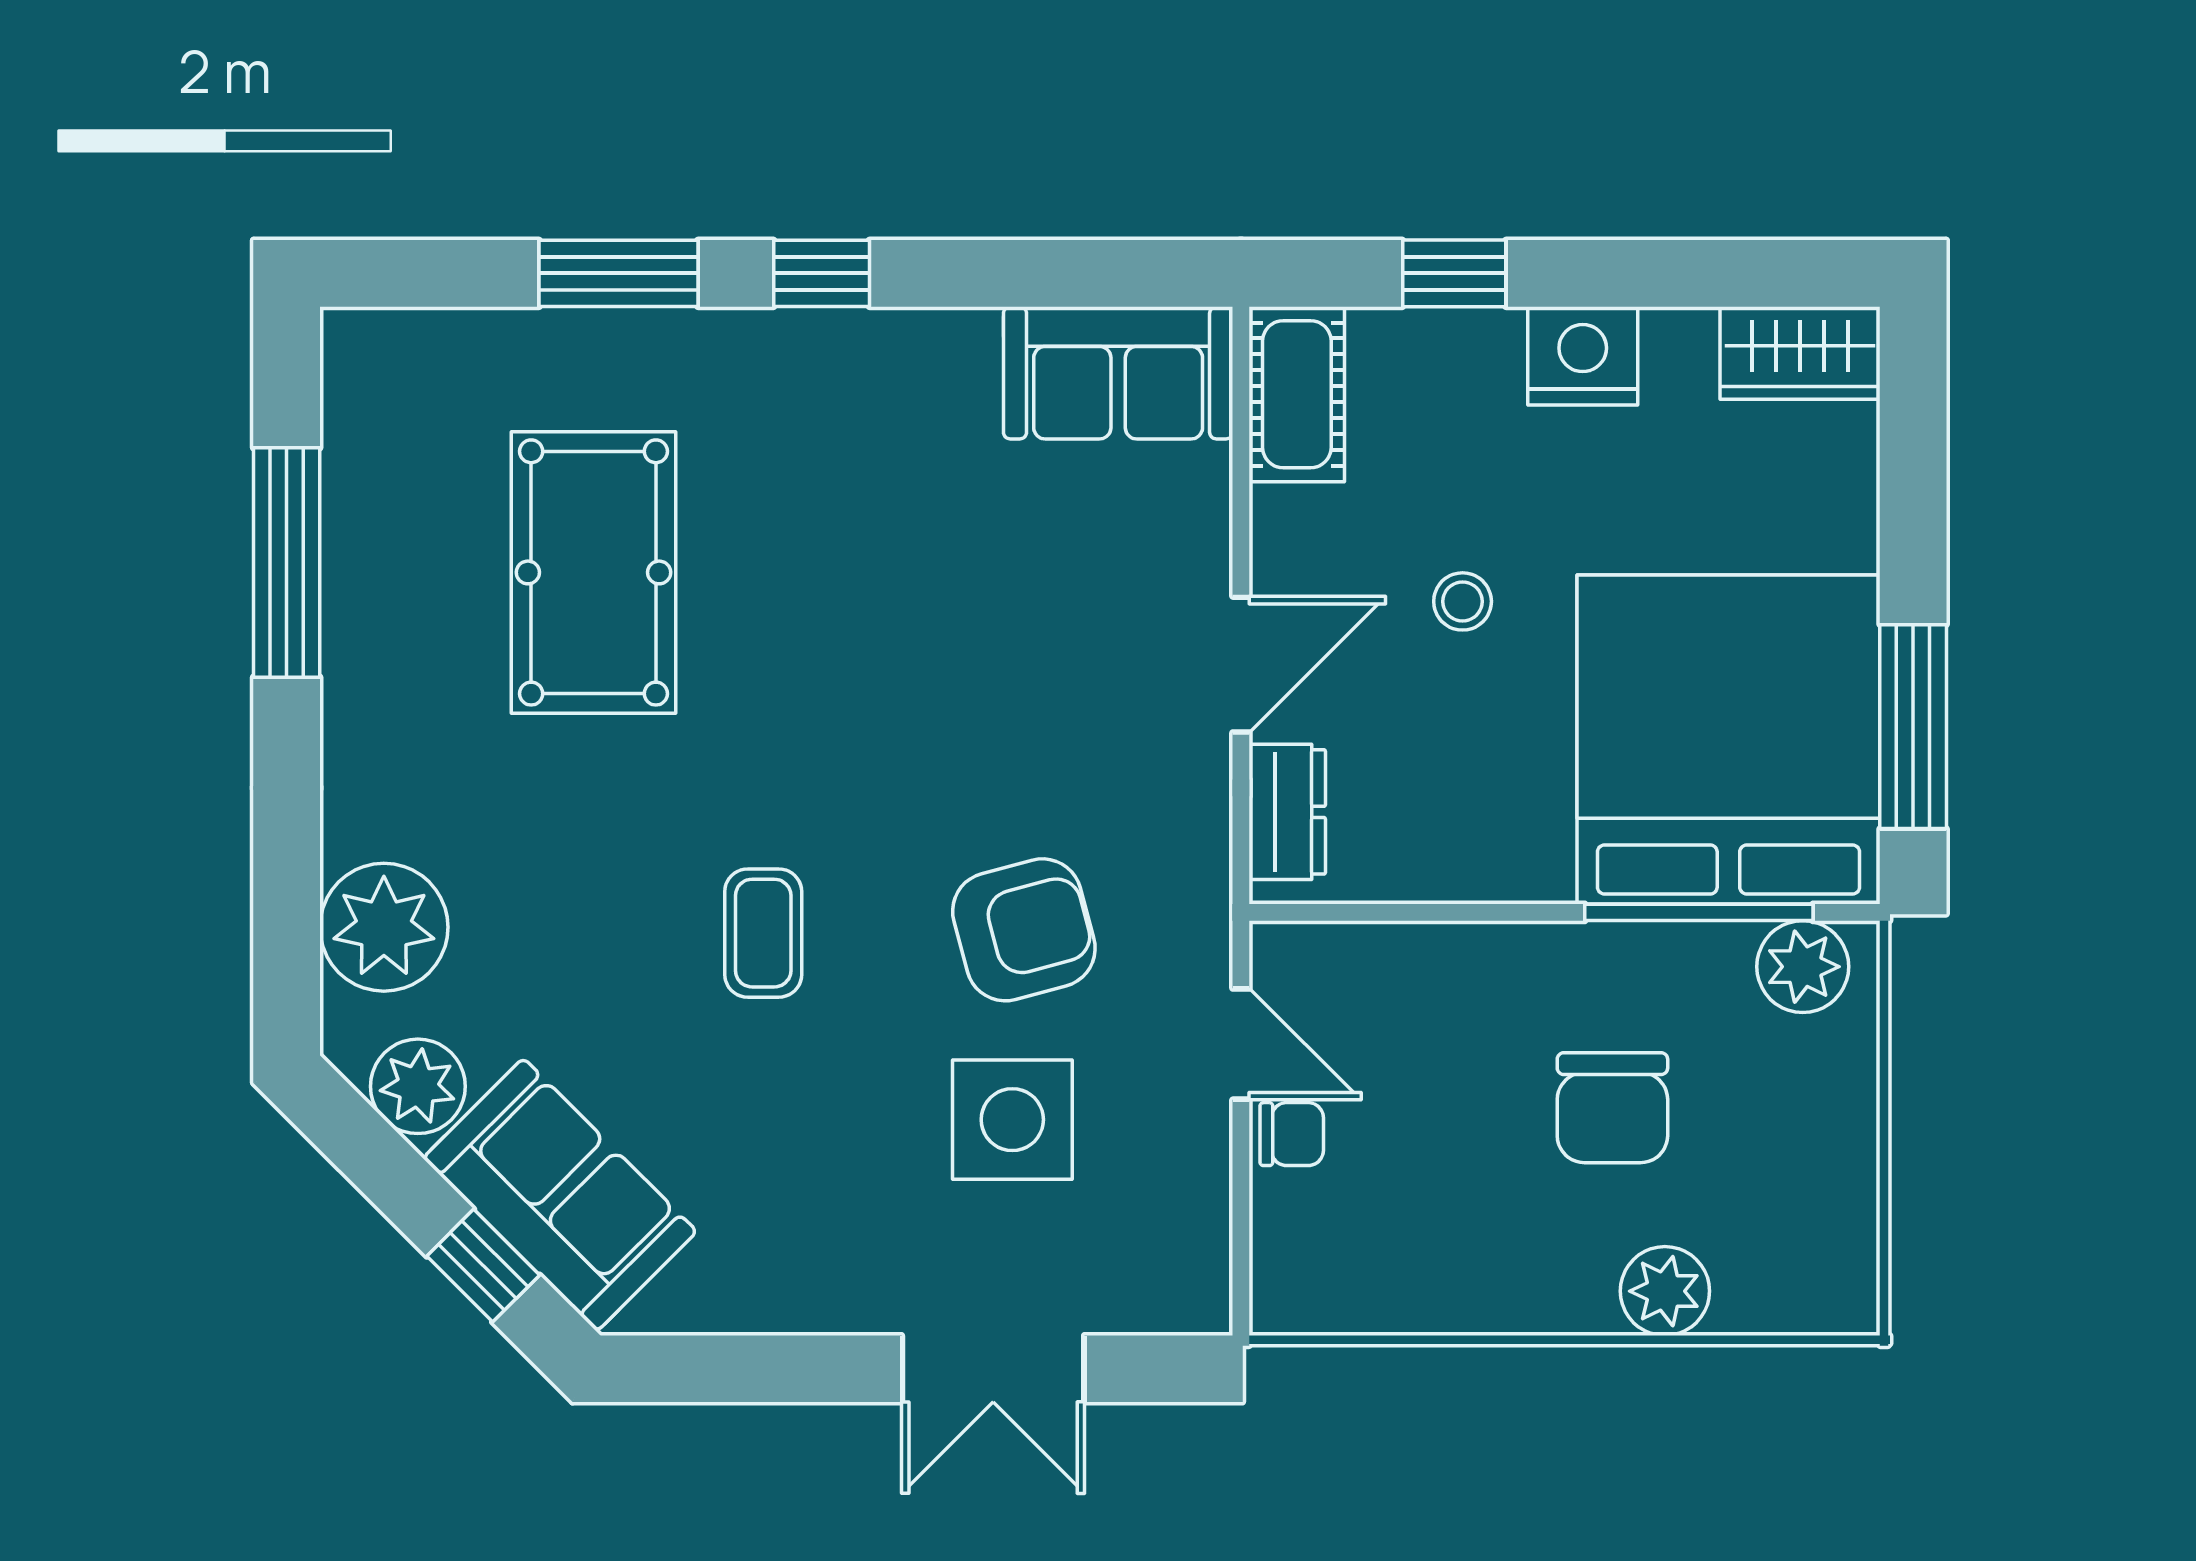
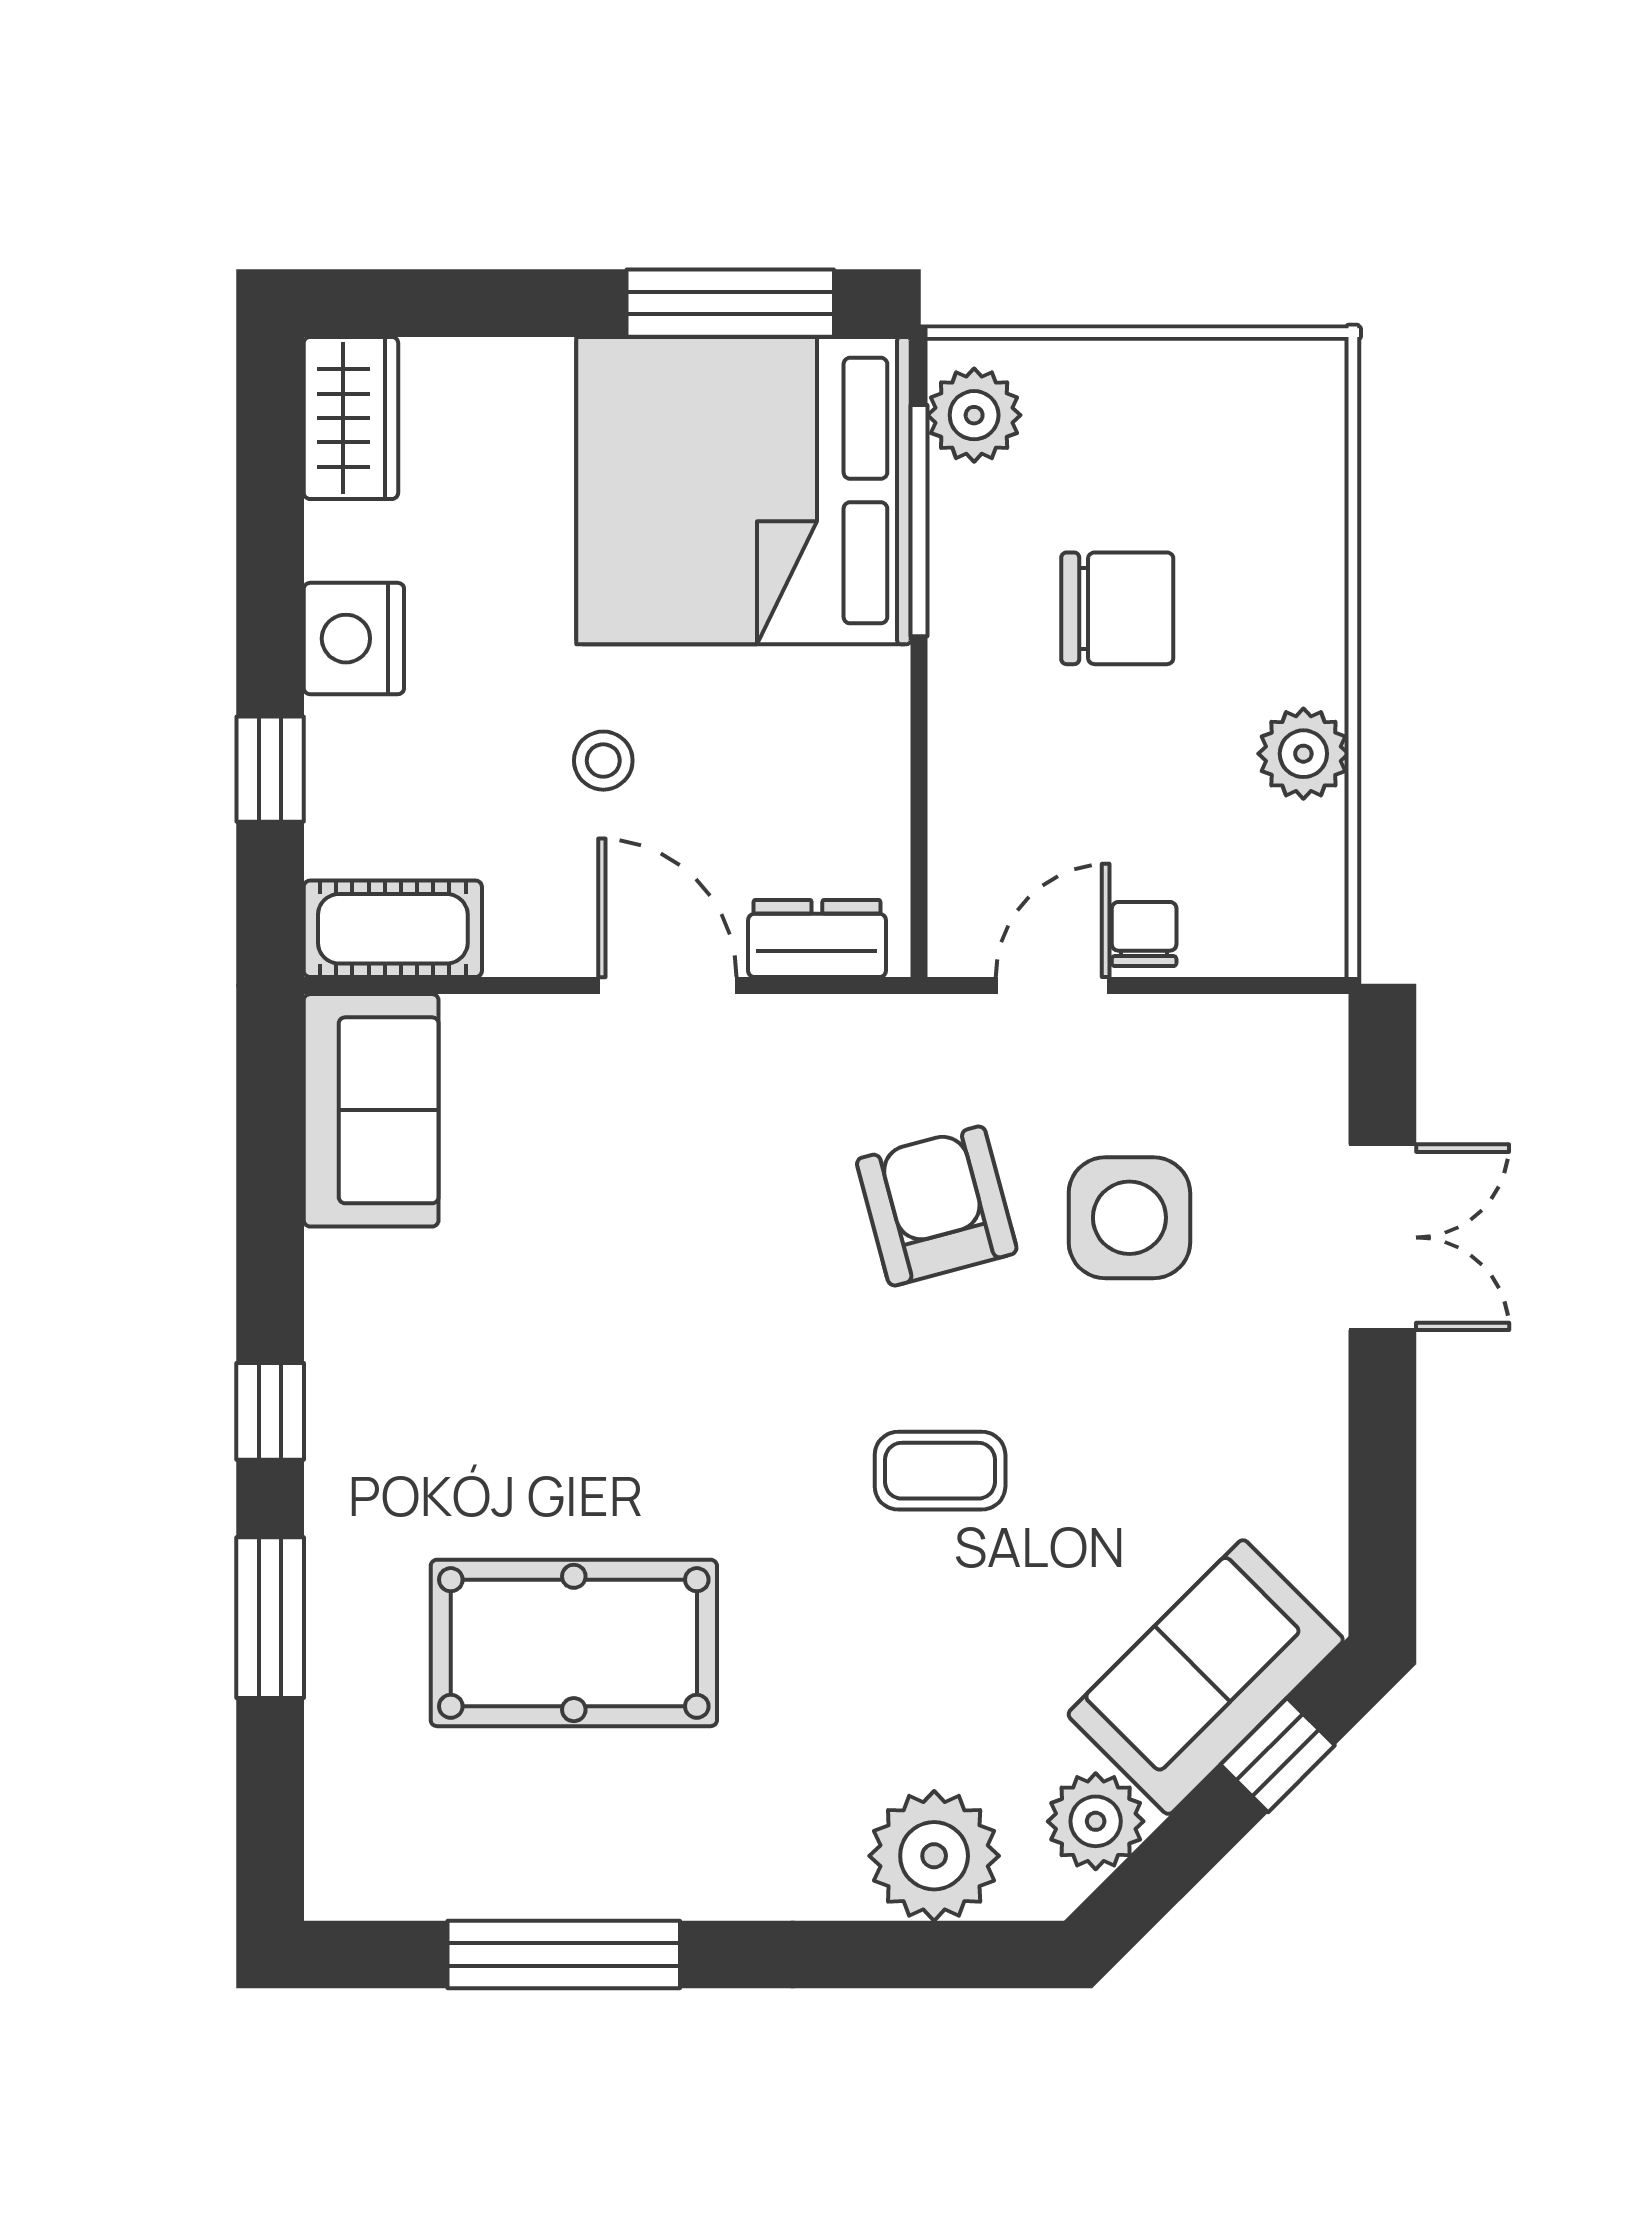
plant: (1665, 1291) -> (1303, 754), moved

